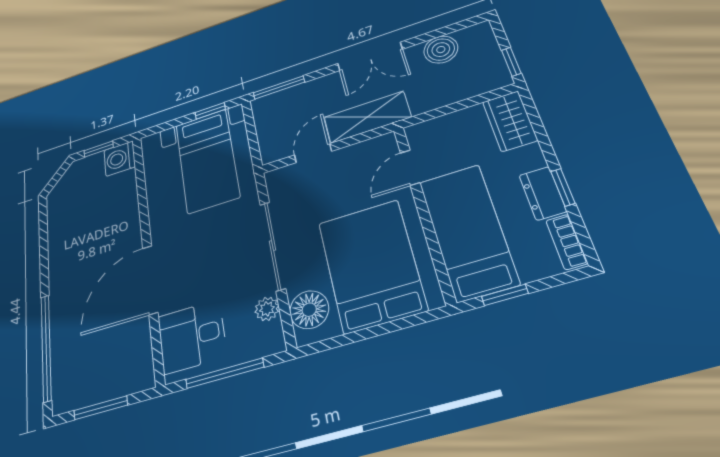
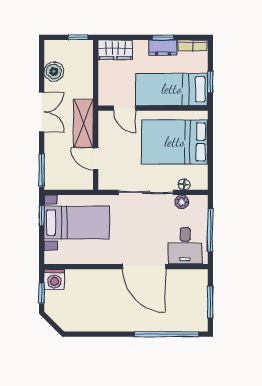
floor lamp: (309, 310) -> (184, 184), width x0.53, depth x0.53

